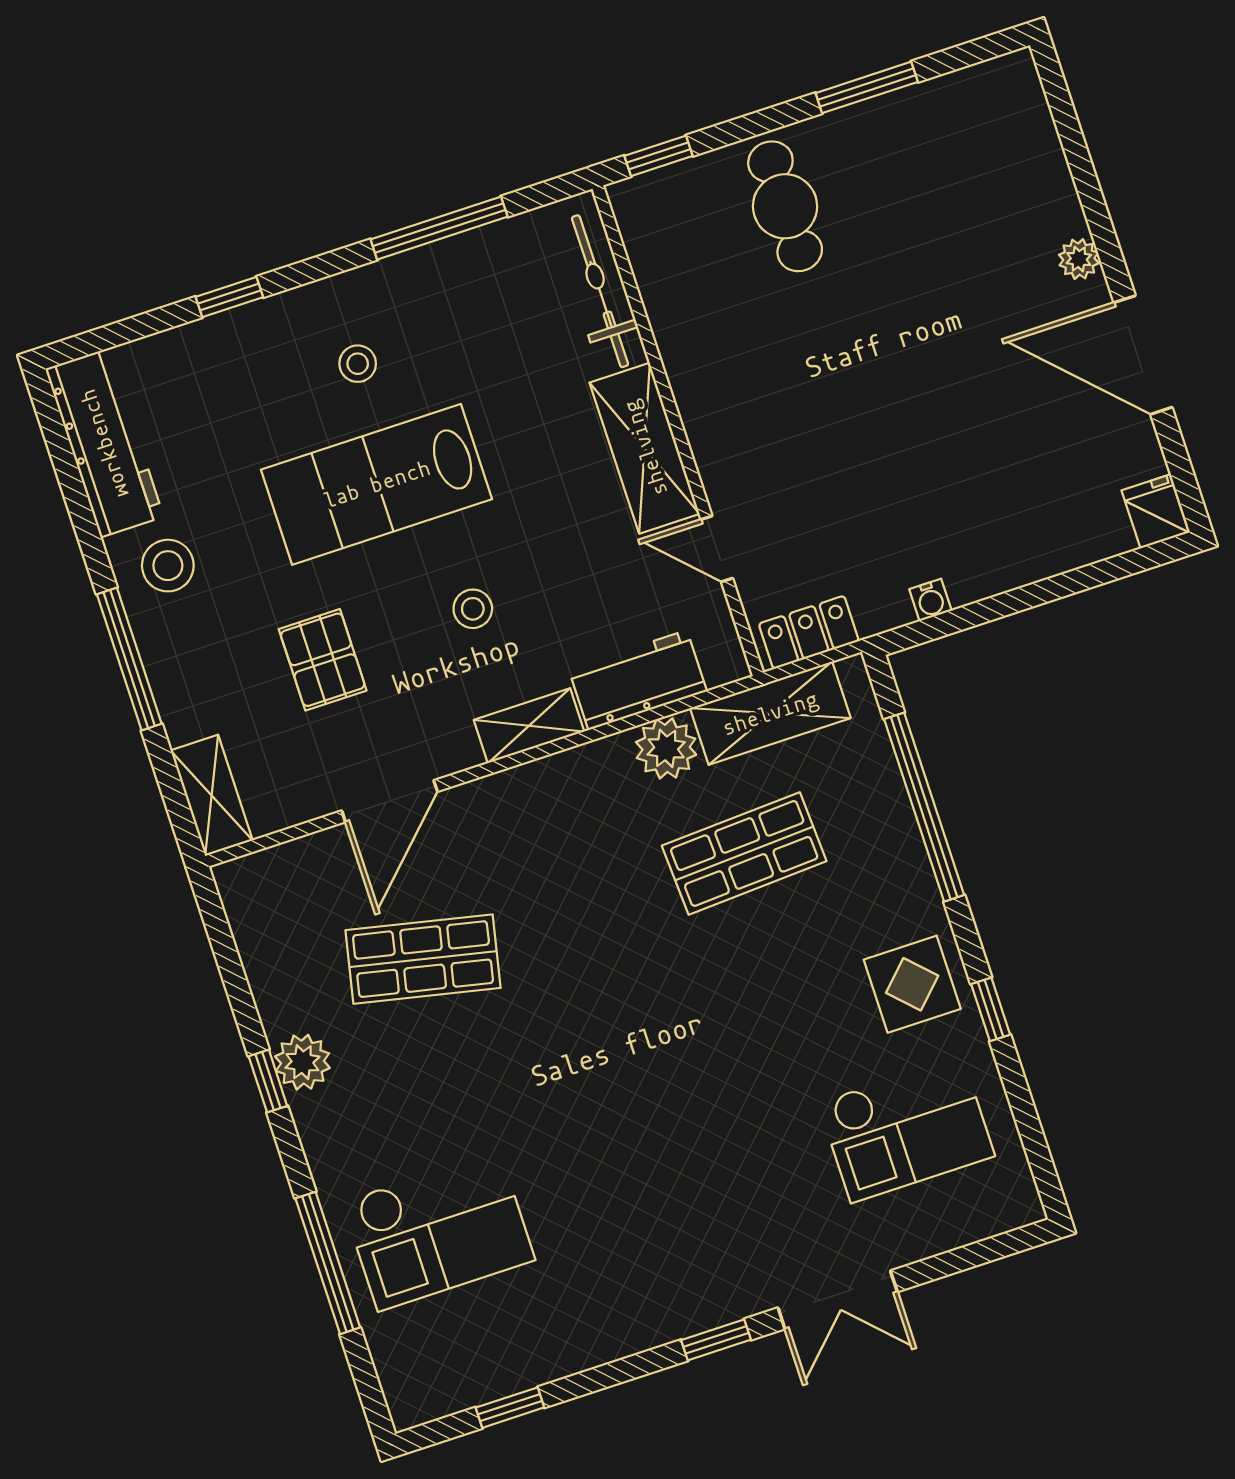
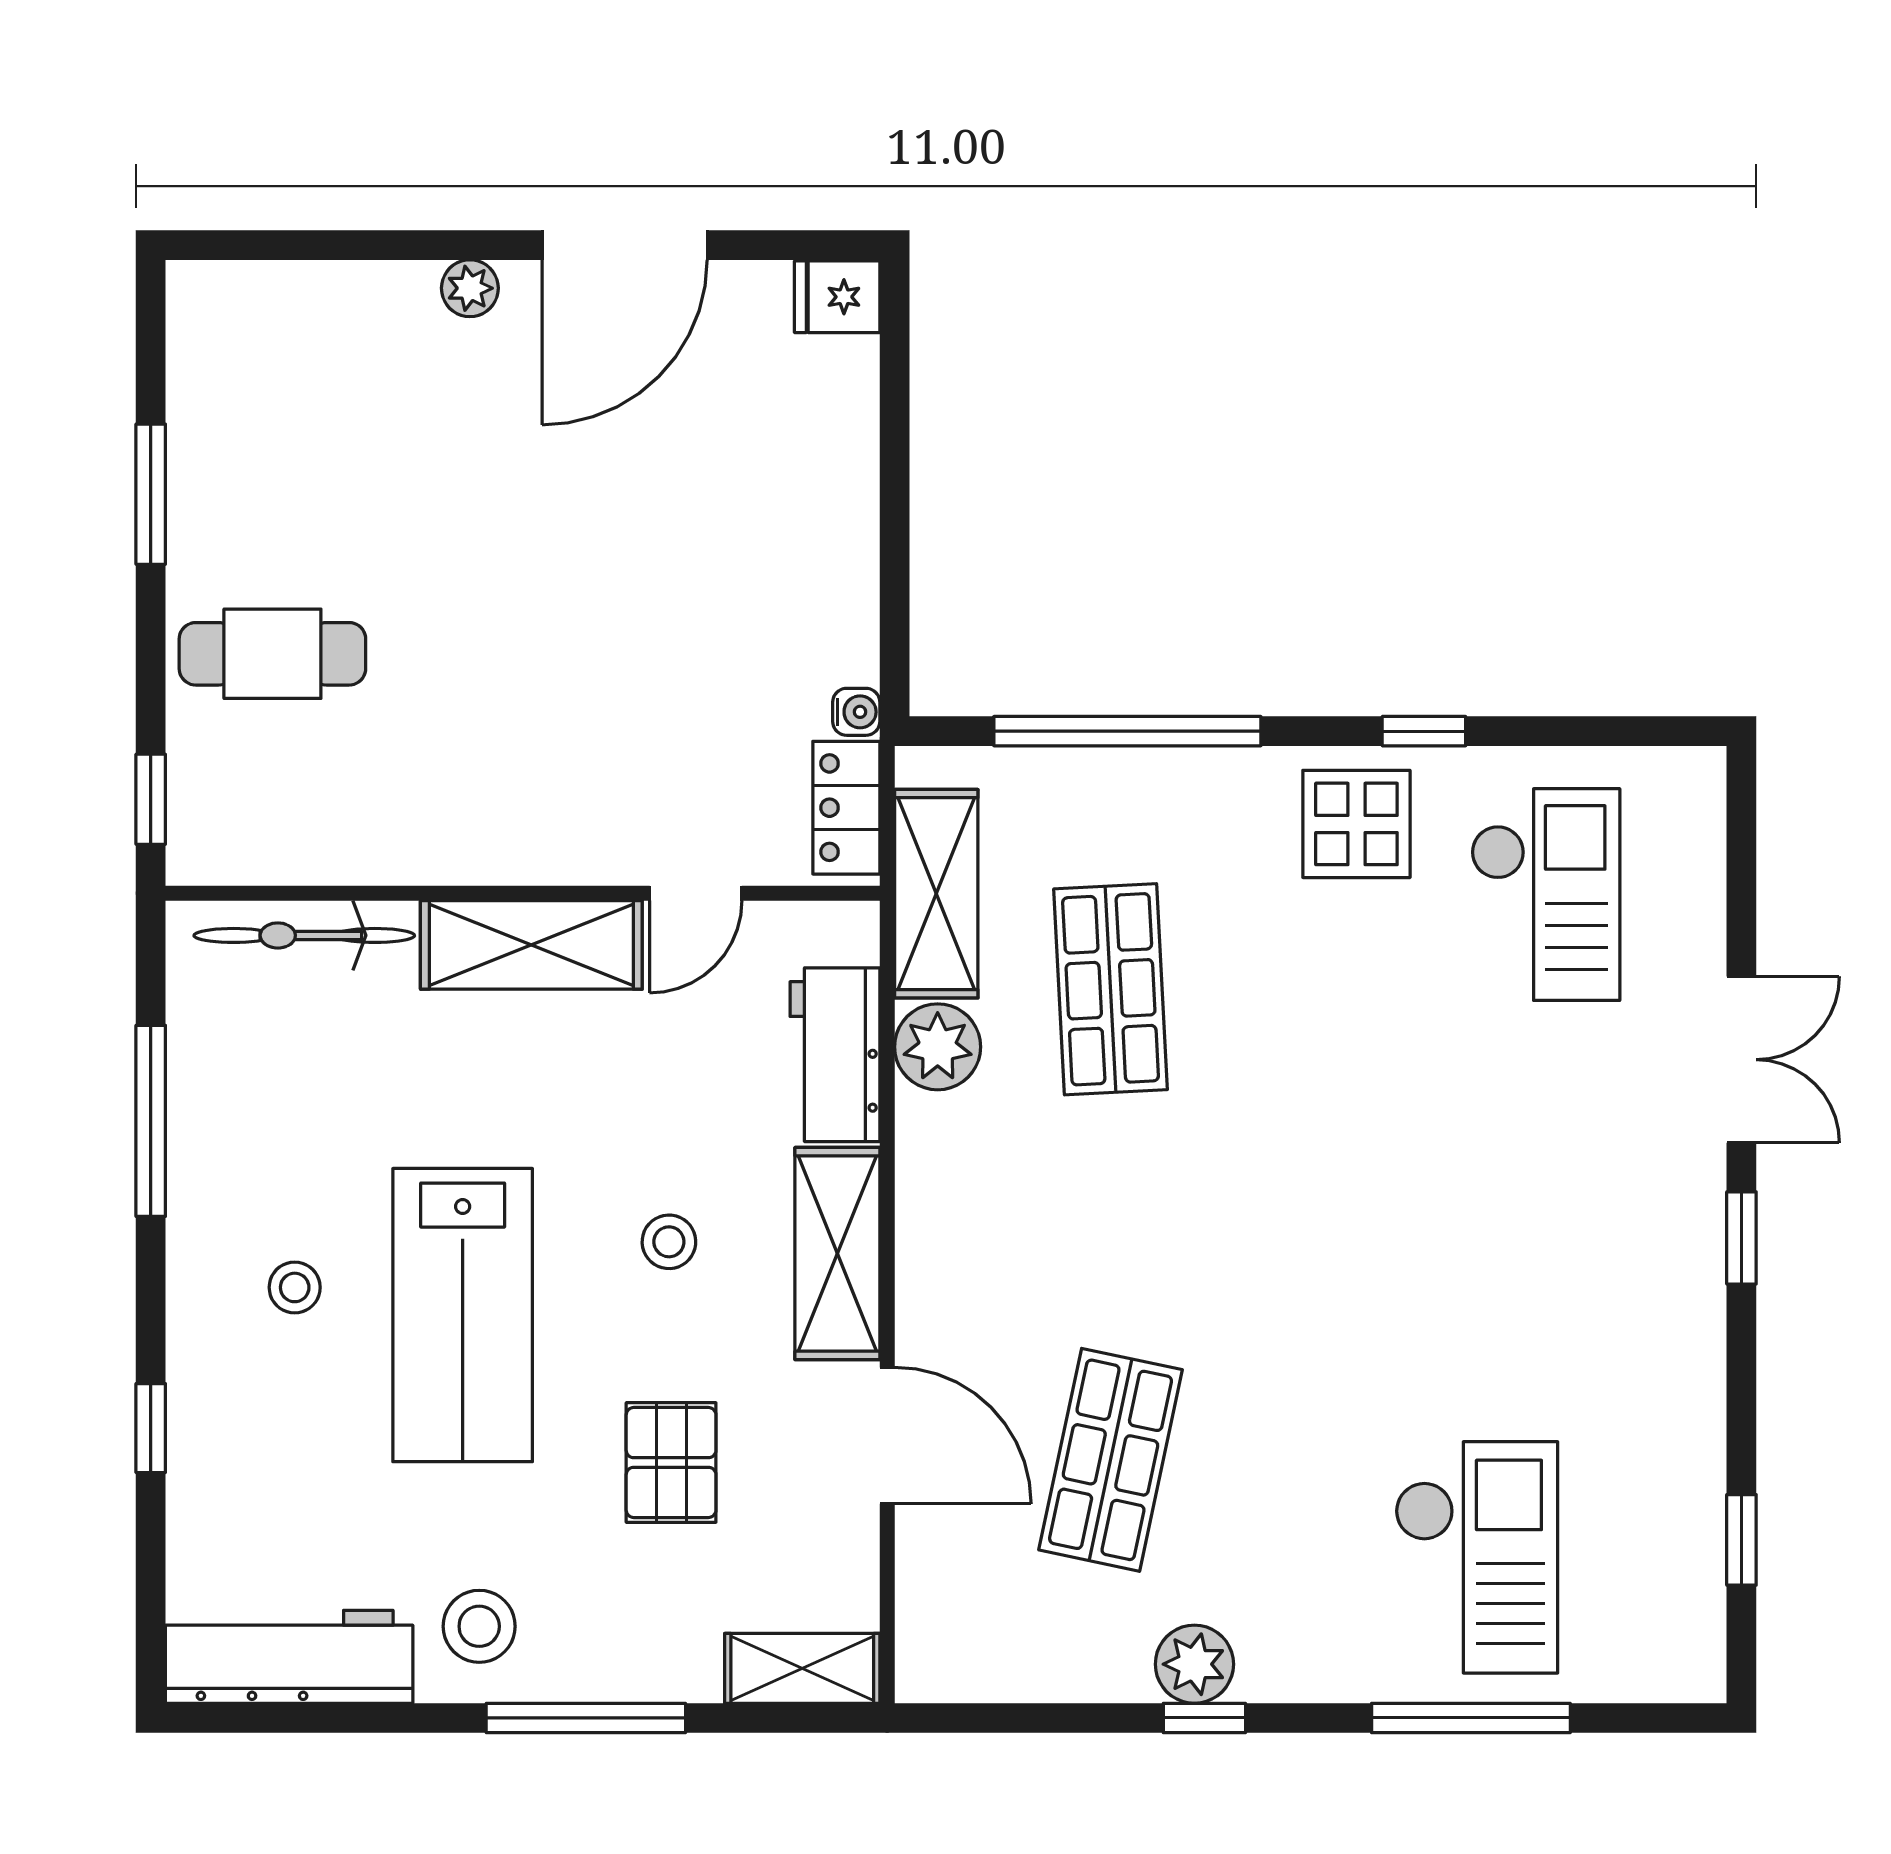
water cooler: (930, 600) -> (856, 712), moved
pallet: (323, 660) -> (671, 1463), turned 90
shelving: (529, 726) -> (837, 1254), width x1.50, depth x1.33

